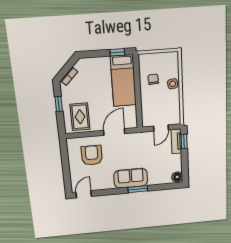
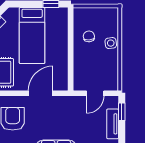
bed: (123, 81) -> (32, 35), moved
tv unit: (176, 141) -> (113, 124), moved

